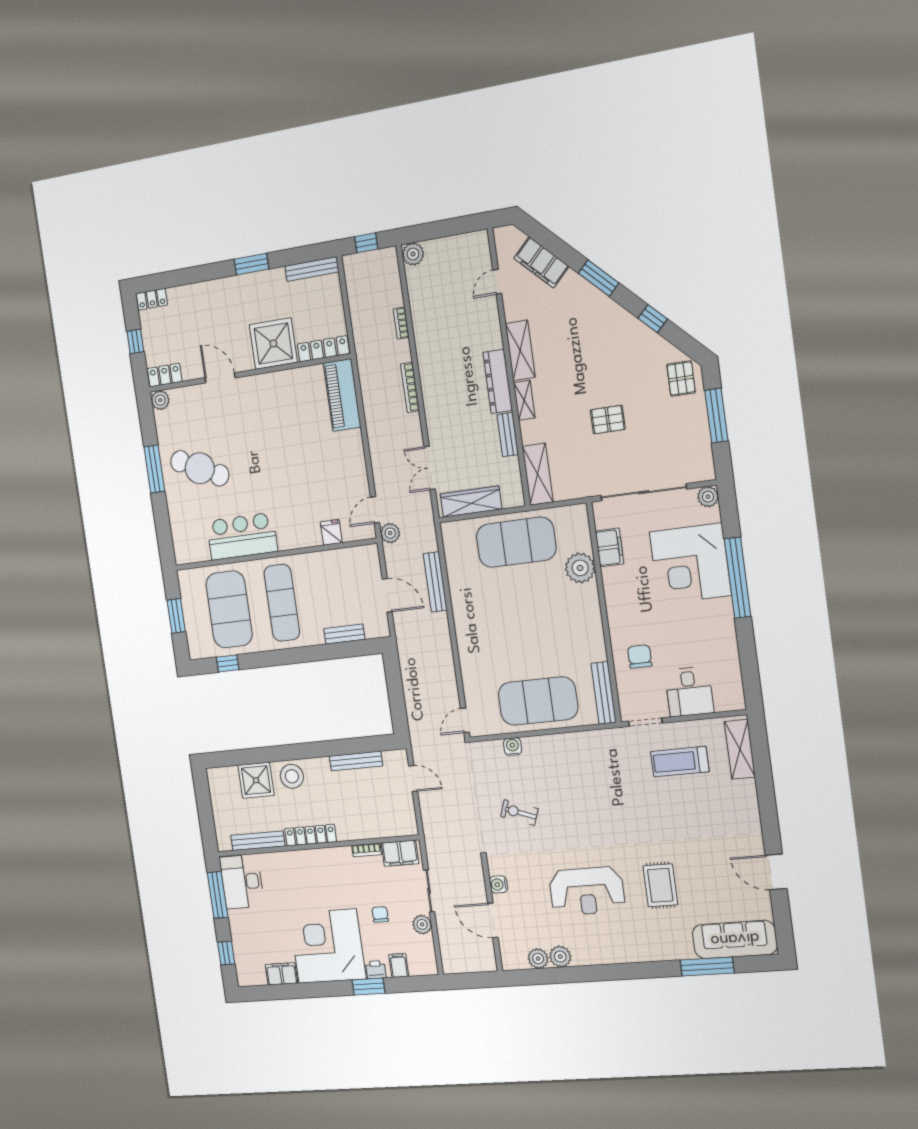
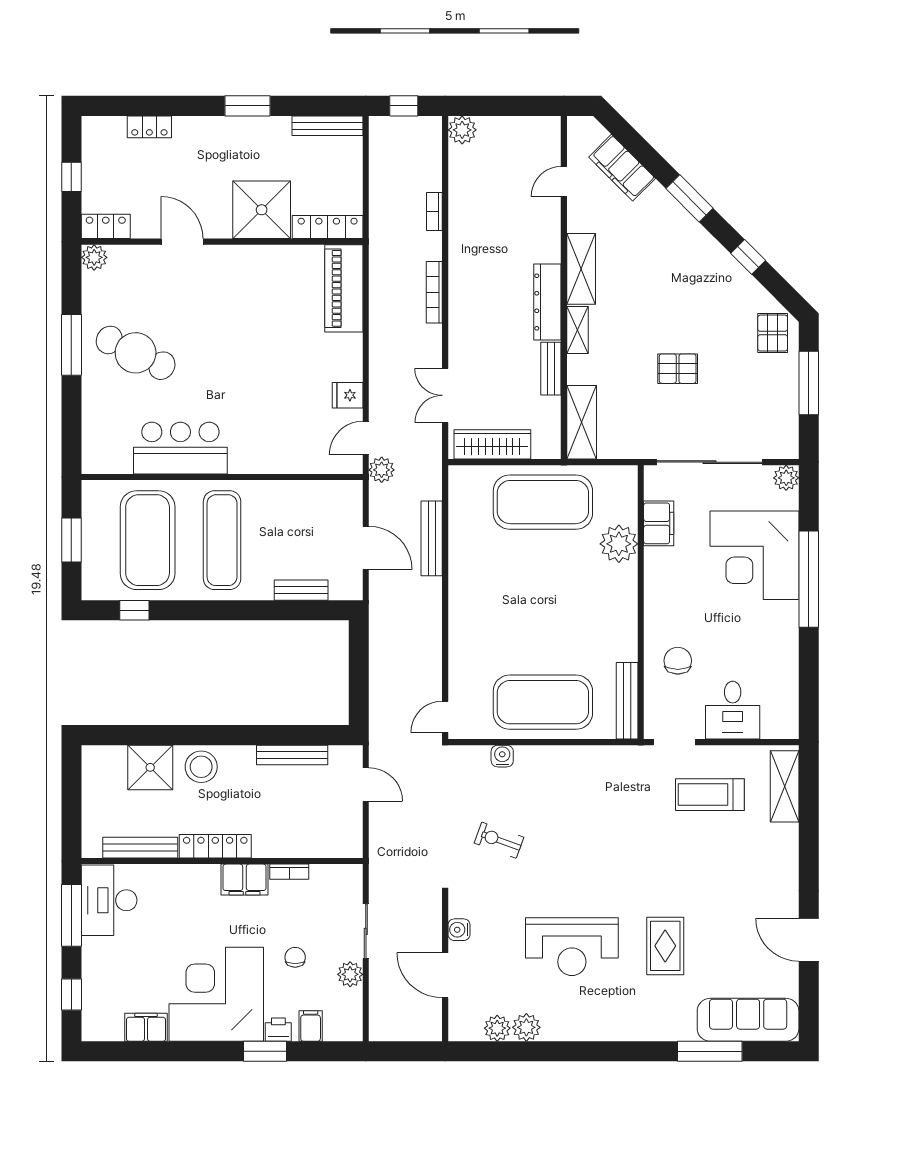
locker: (152, 299) -> (149, 127), moved
fridge: (331, 532) -> (348, 395), moved, turned -90
filing cabinet: (400, 853) -> (245, 880), moved

